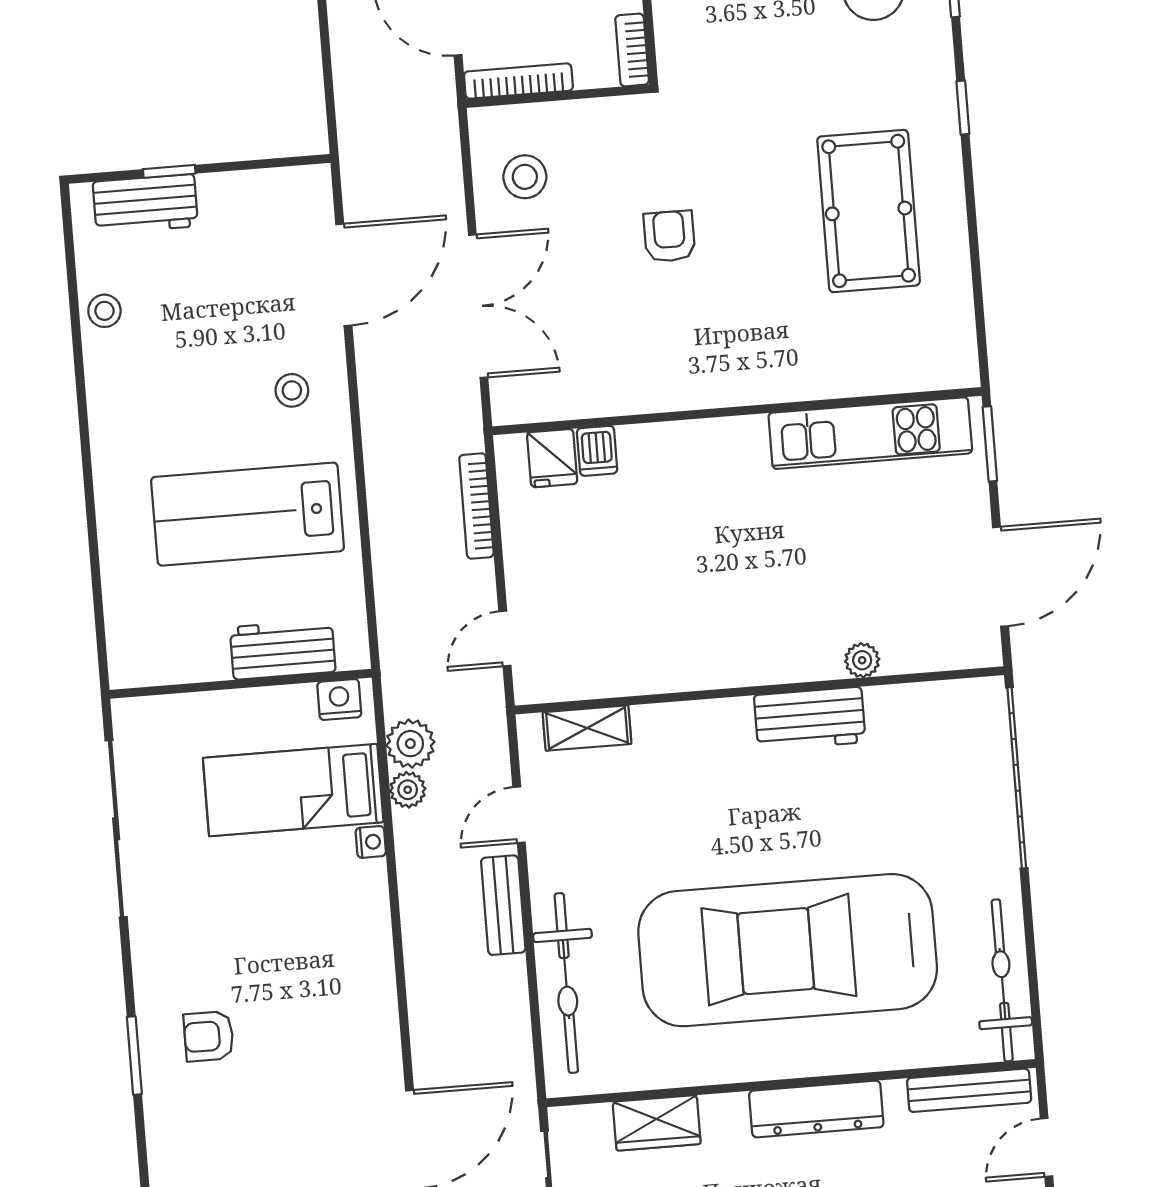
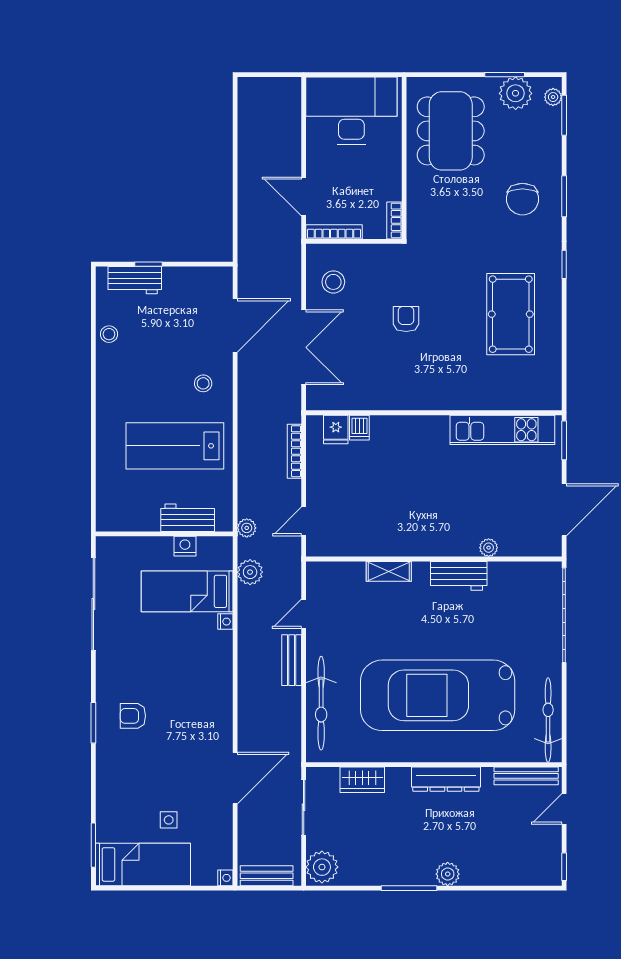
nightstand: (339, 700) -> (185, 546), moved
shelving: (587, 728) -> (389, 571), moved
plant: (408, 790) -> (247, 528), moved

